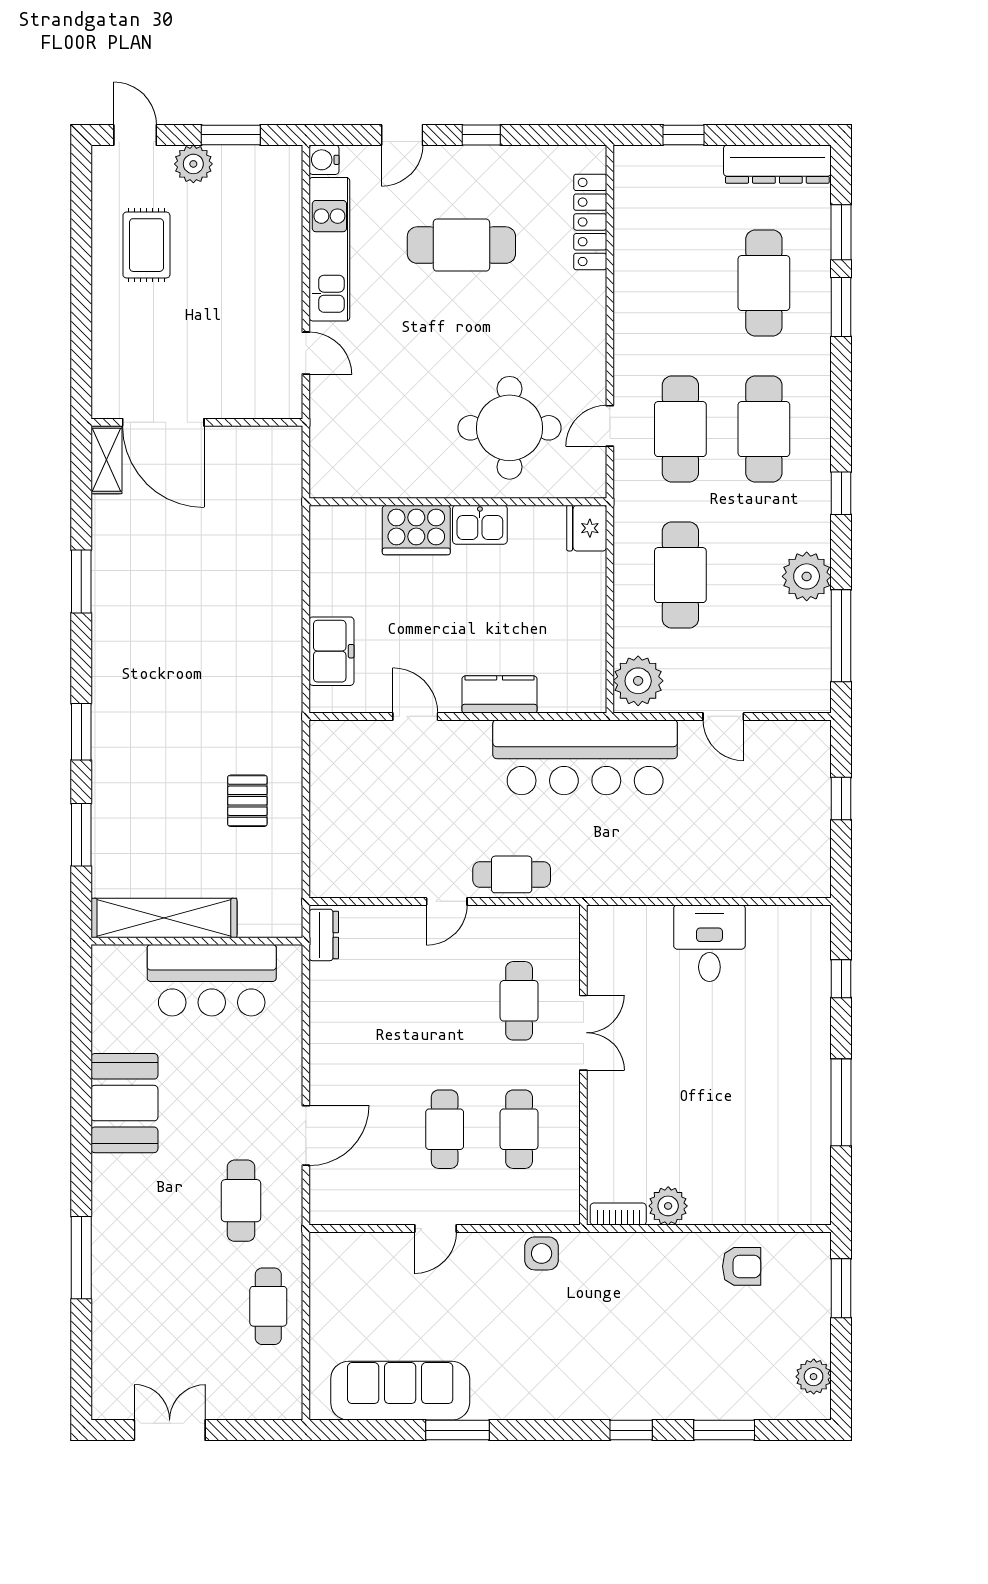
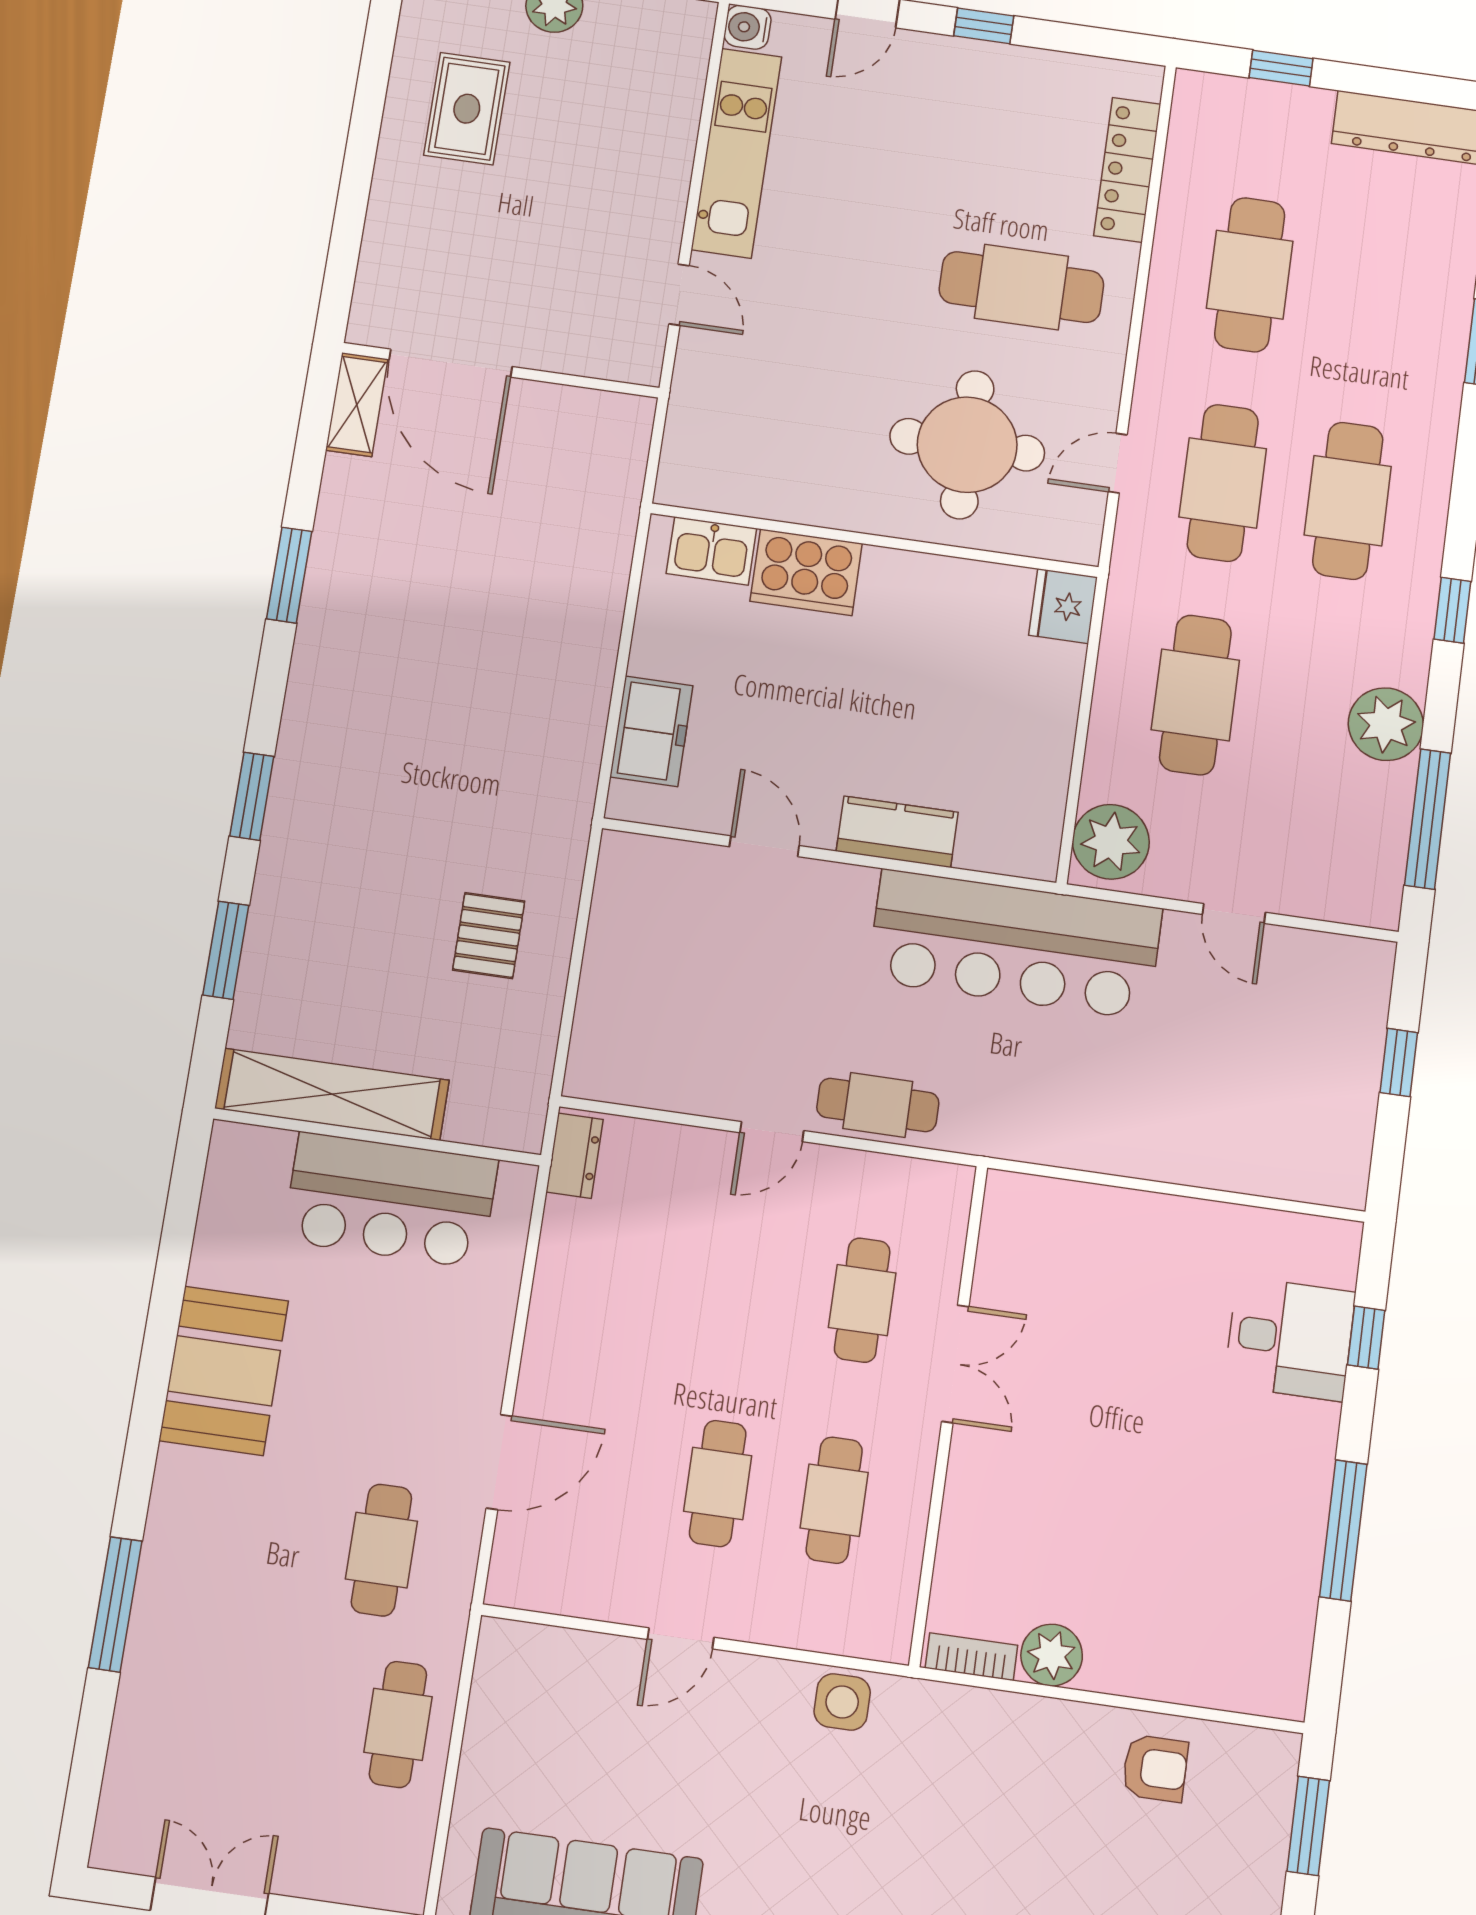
cafe table: (461, 245) -> (1021, 287), moved
cafe table: (764, 283) -> (1250, 275), moved
kitchen sink: (480, 525) -> (711, 551), moved
desk: (709, 943) -> (1290, 1339), moved, turned 90

